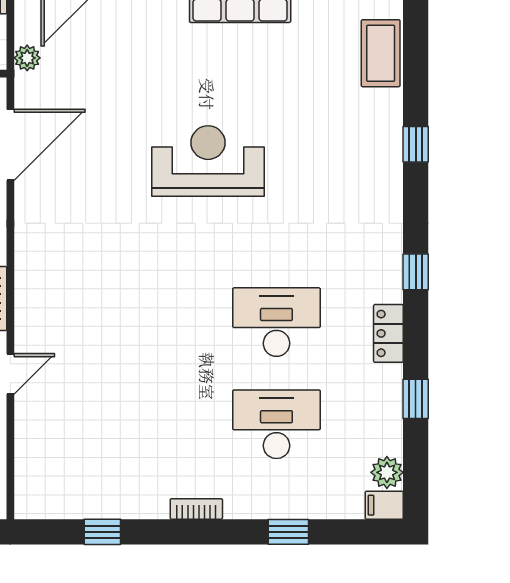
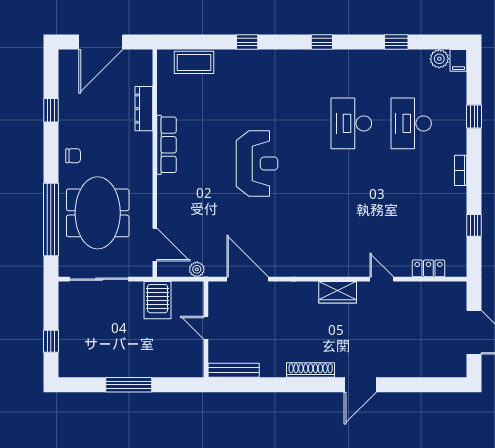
reception desk: (208, 161) -> (257, 163), turned 180
locker: (388, 333) -> (428, 268), moved, turned 180

